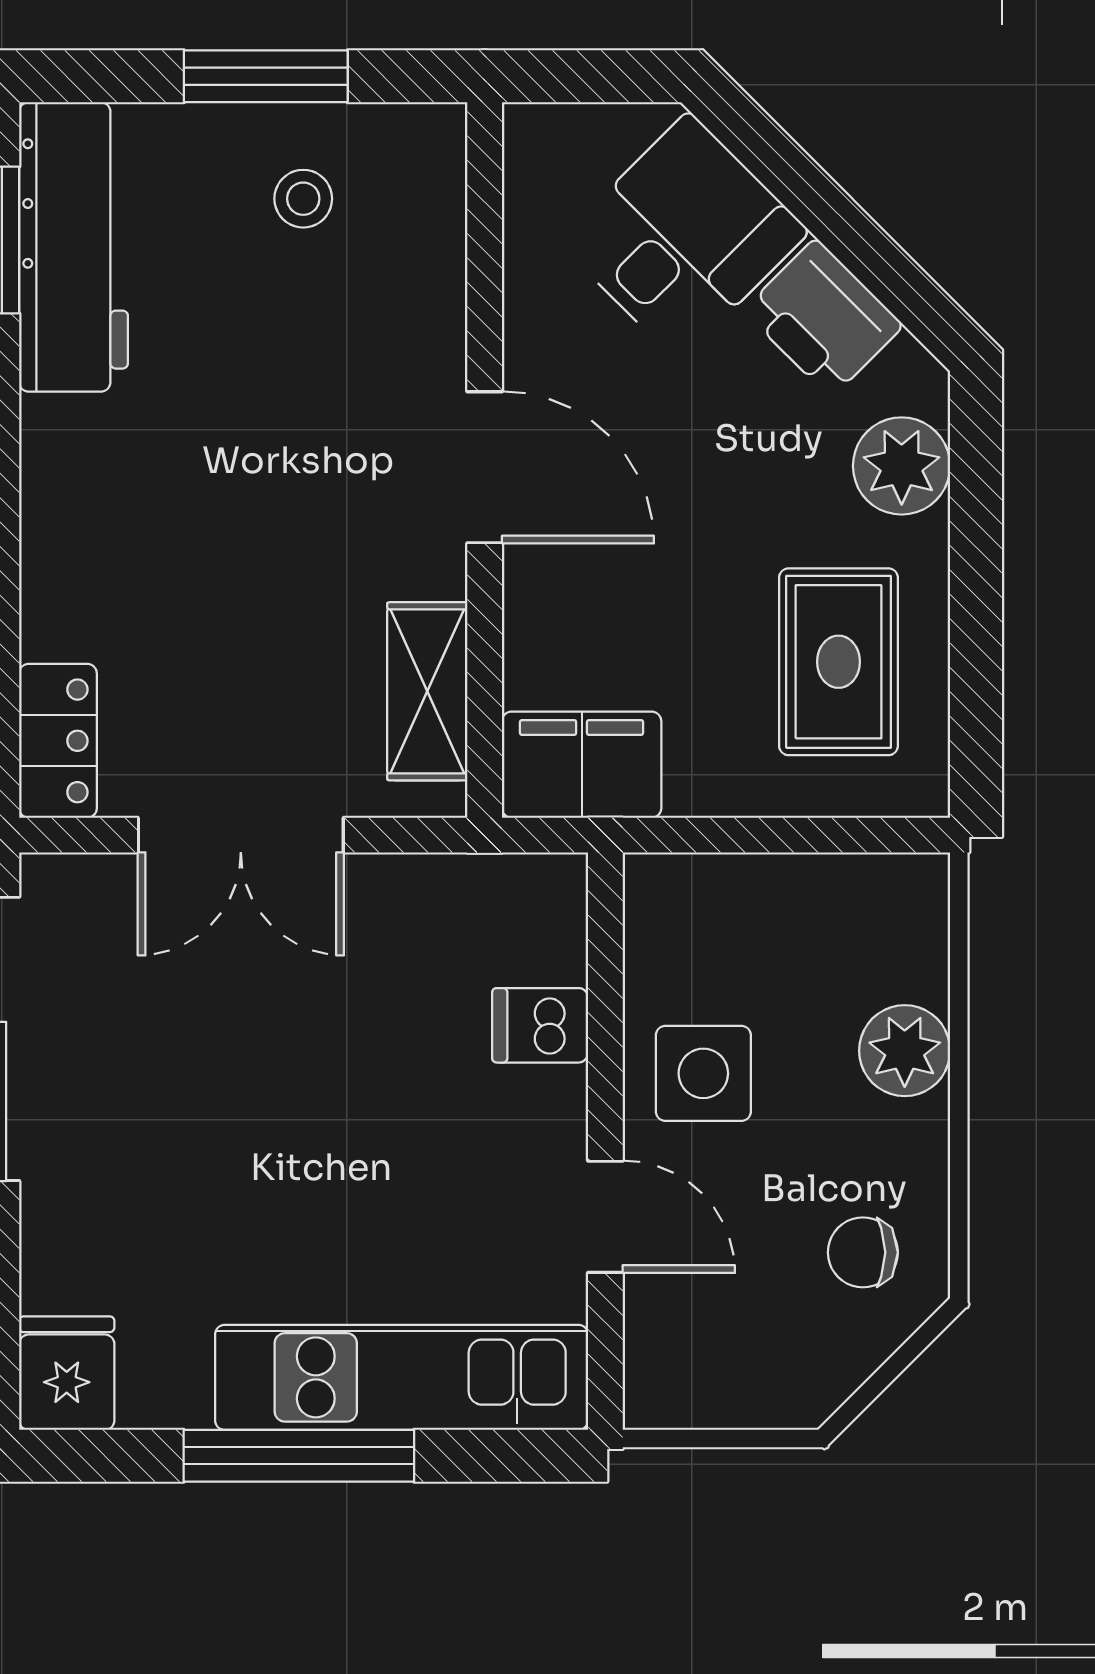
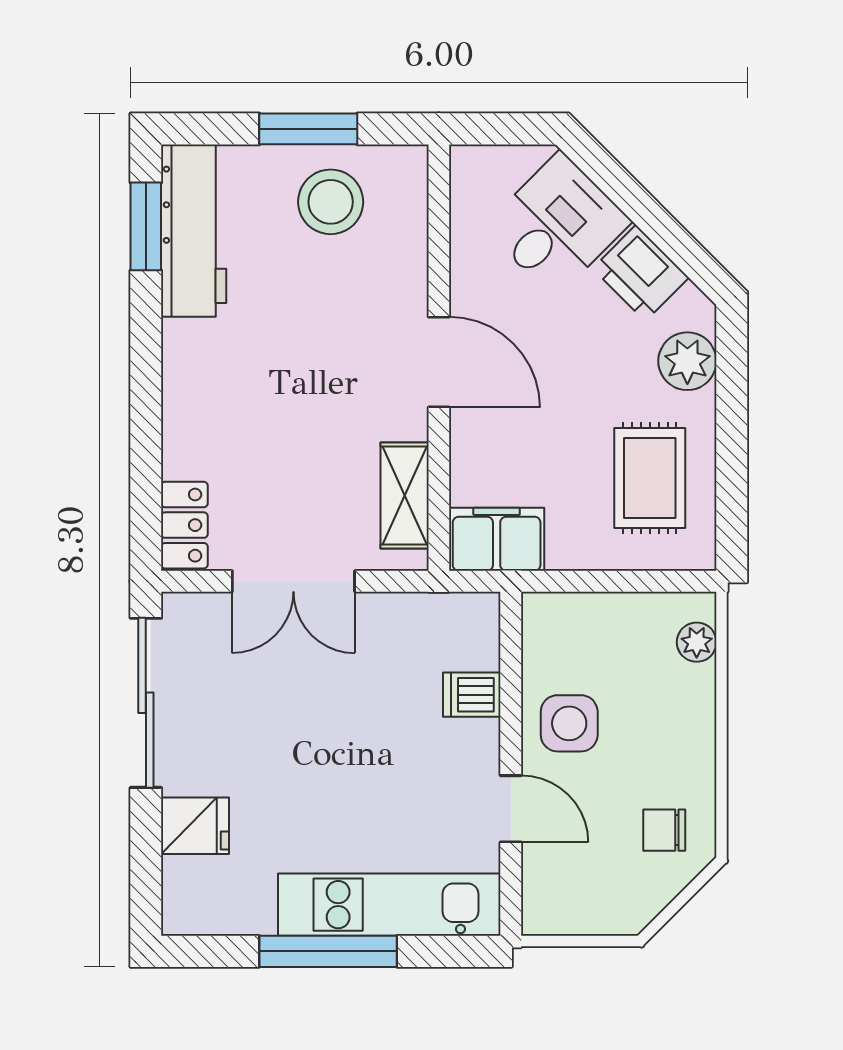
stool: (303, 199) -> (331, 202), width x1.89, depth x1.89
plant: (905, 1051) -> (697, 642), moved, width x0.73, depth x0.73
fridge: (67, 1373) -> (195, 826), moved, turned 90

